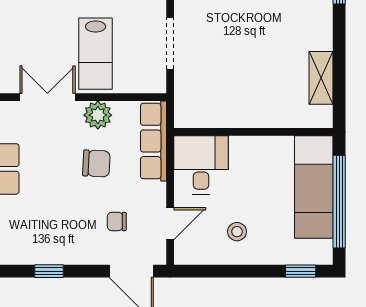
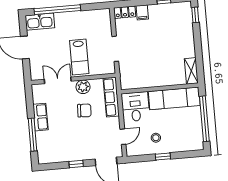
shelving: (321, 78) -> (191, 71), moved
exam couch: (314, 187) -> (174, 98), moved, turned -90
chair: (117, 221) -> (97, 138), removed
window: (49, 271) -> (76, 164), moved
window: (301, 271) -> (163, 156), moved

